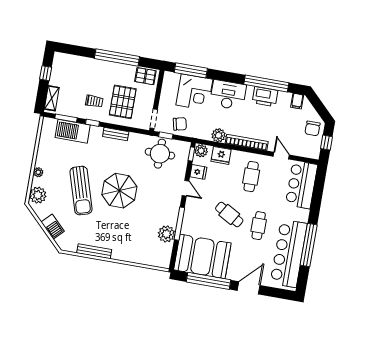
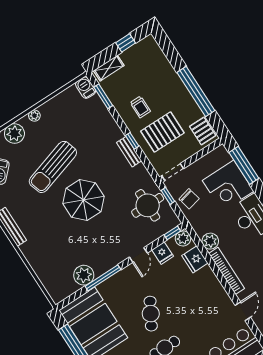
window: (92, 123) -> (132, 141), moved
barbecue: (73, 131) -> (86, 88), moved, width x0.53, depth x0.65
cafe table: (251, 177) -> (201, 302), removed

